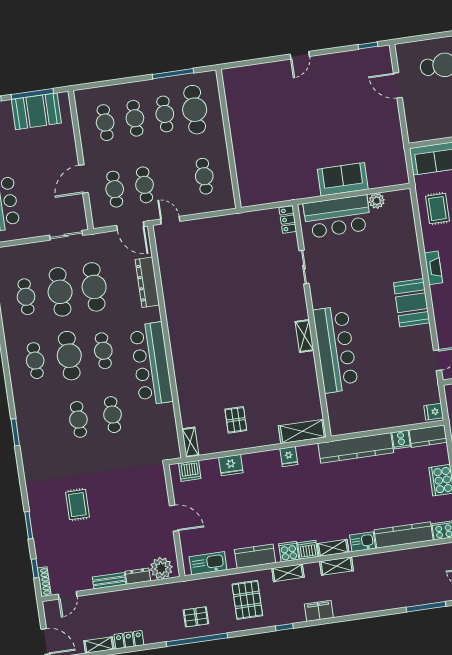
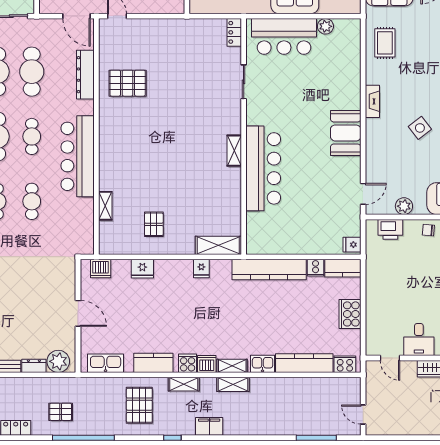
pallet: (190, 285) -> (128, 83), added
shelving: (190, 442) -> (105, 206), moved
pallet: (196, 617) -> (61, 412), moved

